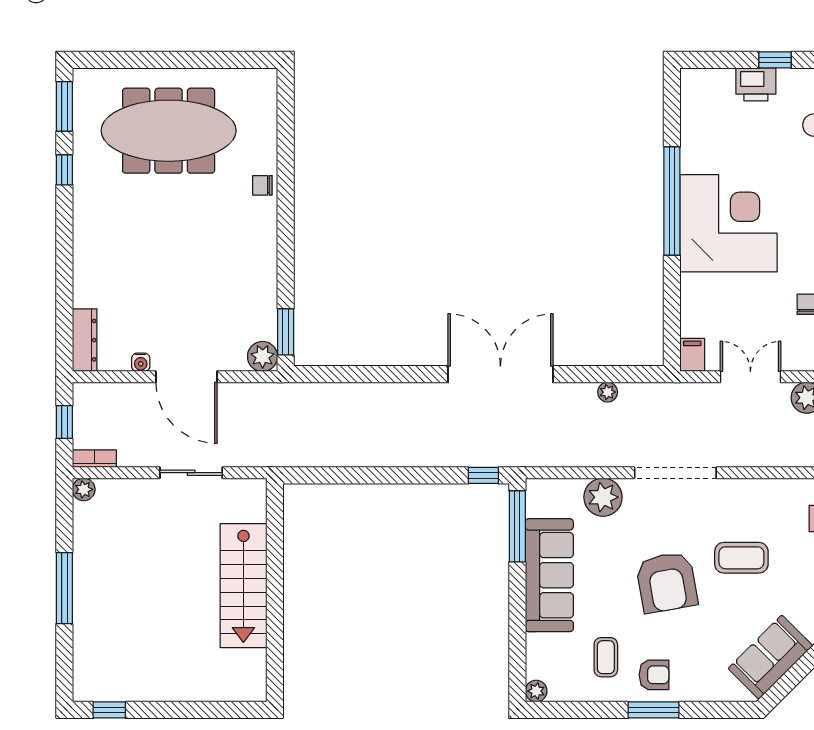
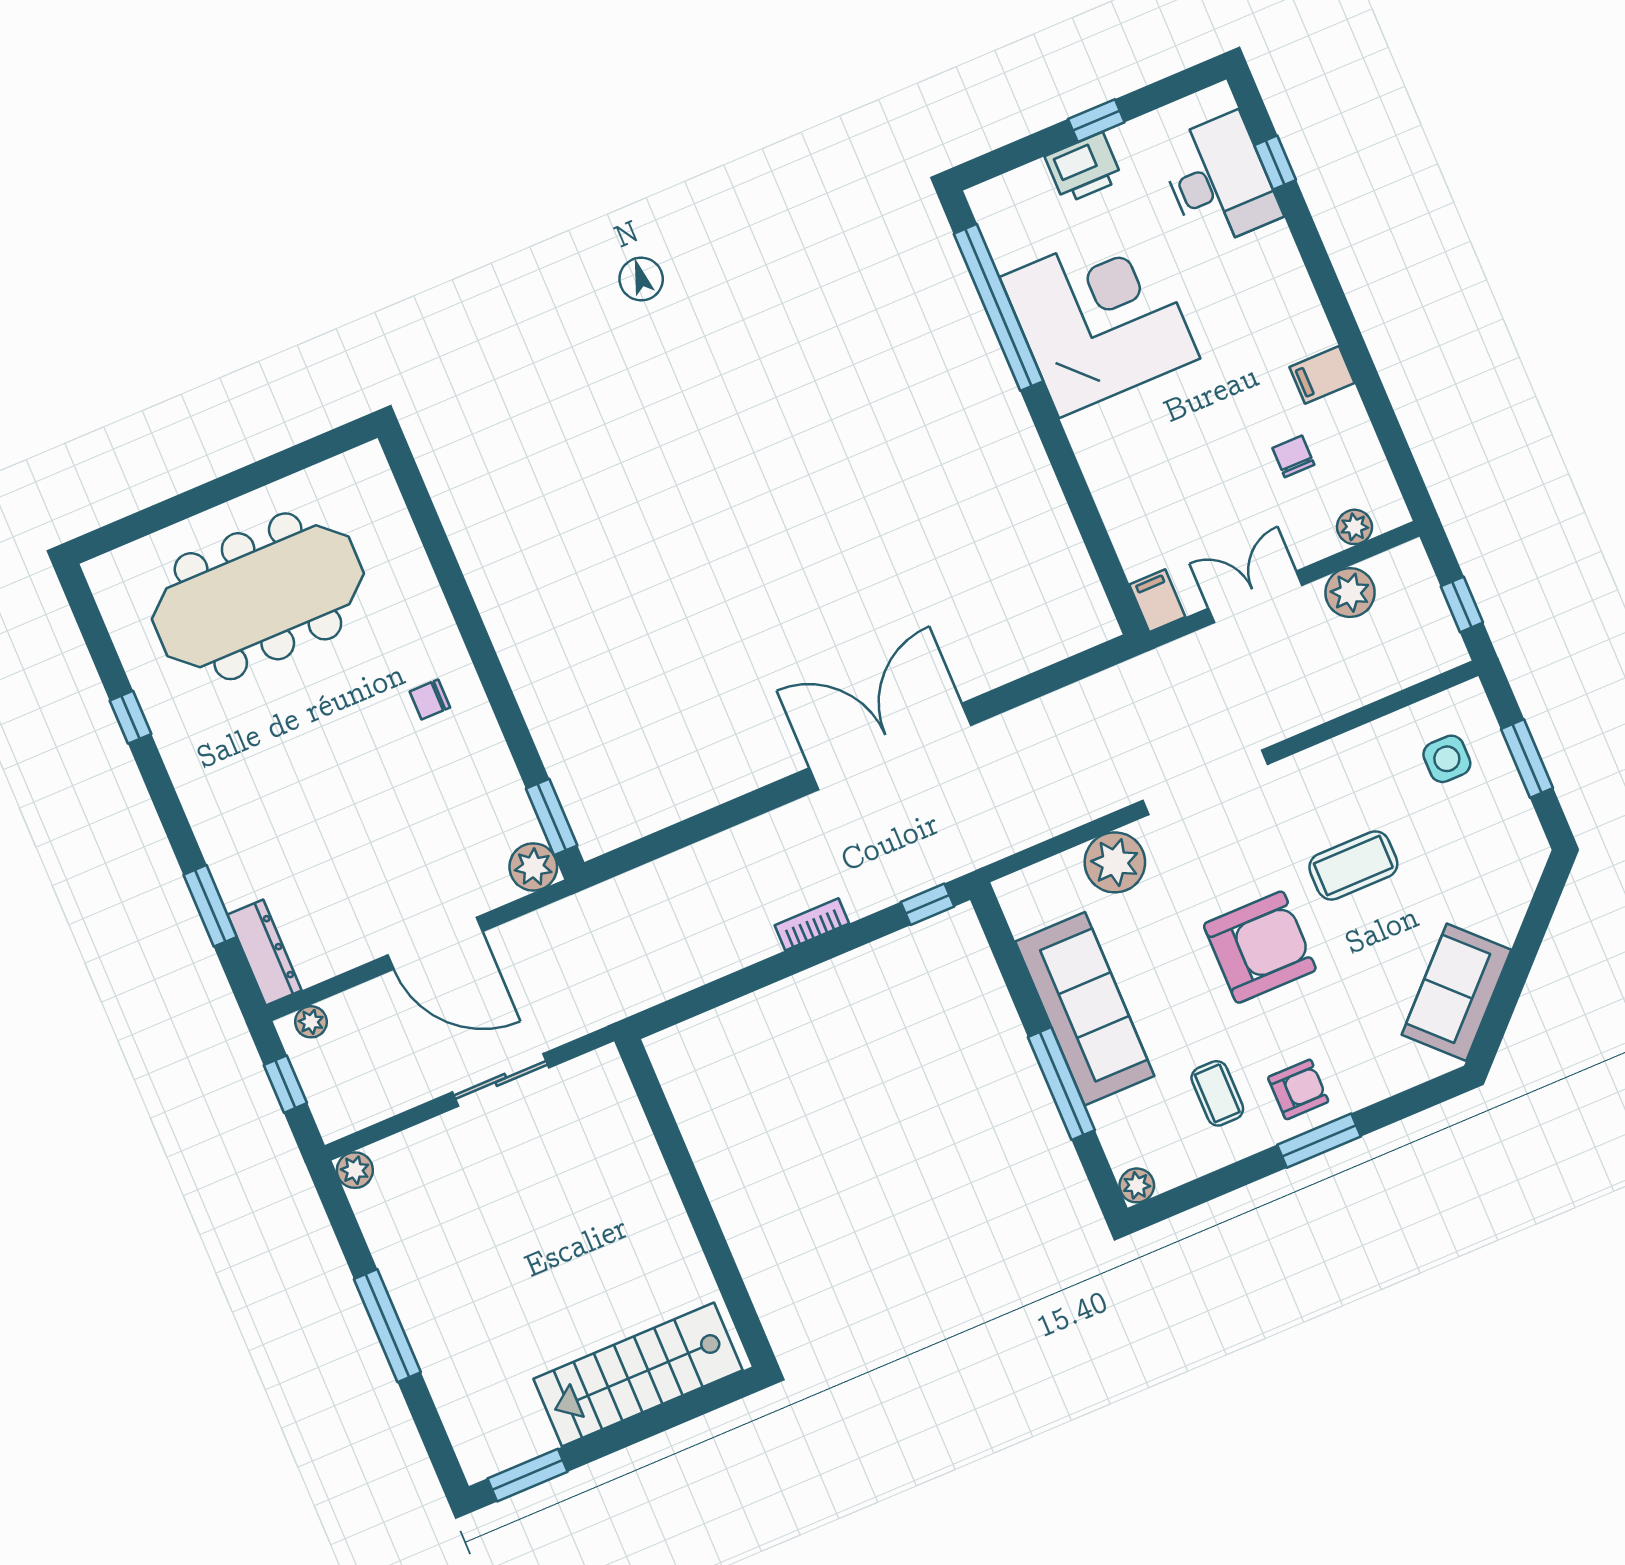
window: (64, 106) -> (210, 906), moved
chair: (262, 185) -> (430, 699), moved
window: (672, 201) -> (998, 307), moved
corner desk: (728, 223) -> (1100, 318), moved
water cooler: (141, 362) -> (360, 950), removed
plant: (608, 392) -> (311, 1022), moved
bookcase: (94, 459) -> (812, 924), moved
window: (517, 526) -> (1061, 1084), moved
armchair: (667, 582) -> (1260, 947), turned -80
stairs: (243, 586) -> (638, 1375), moved, turned 90
window: (109, 710) -> (527, 1475), width x1.50

